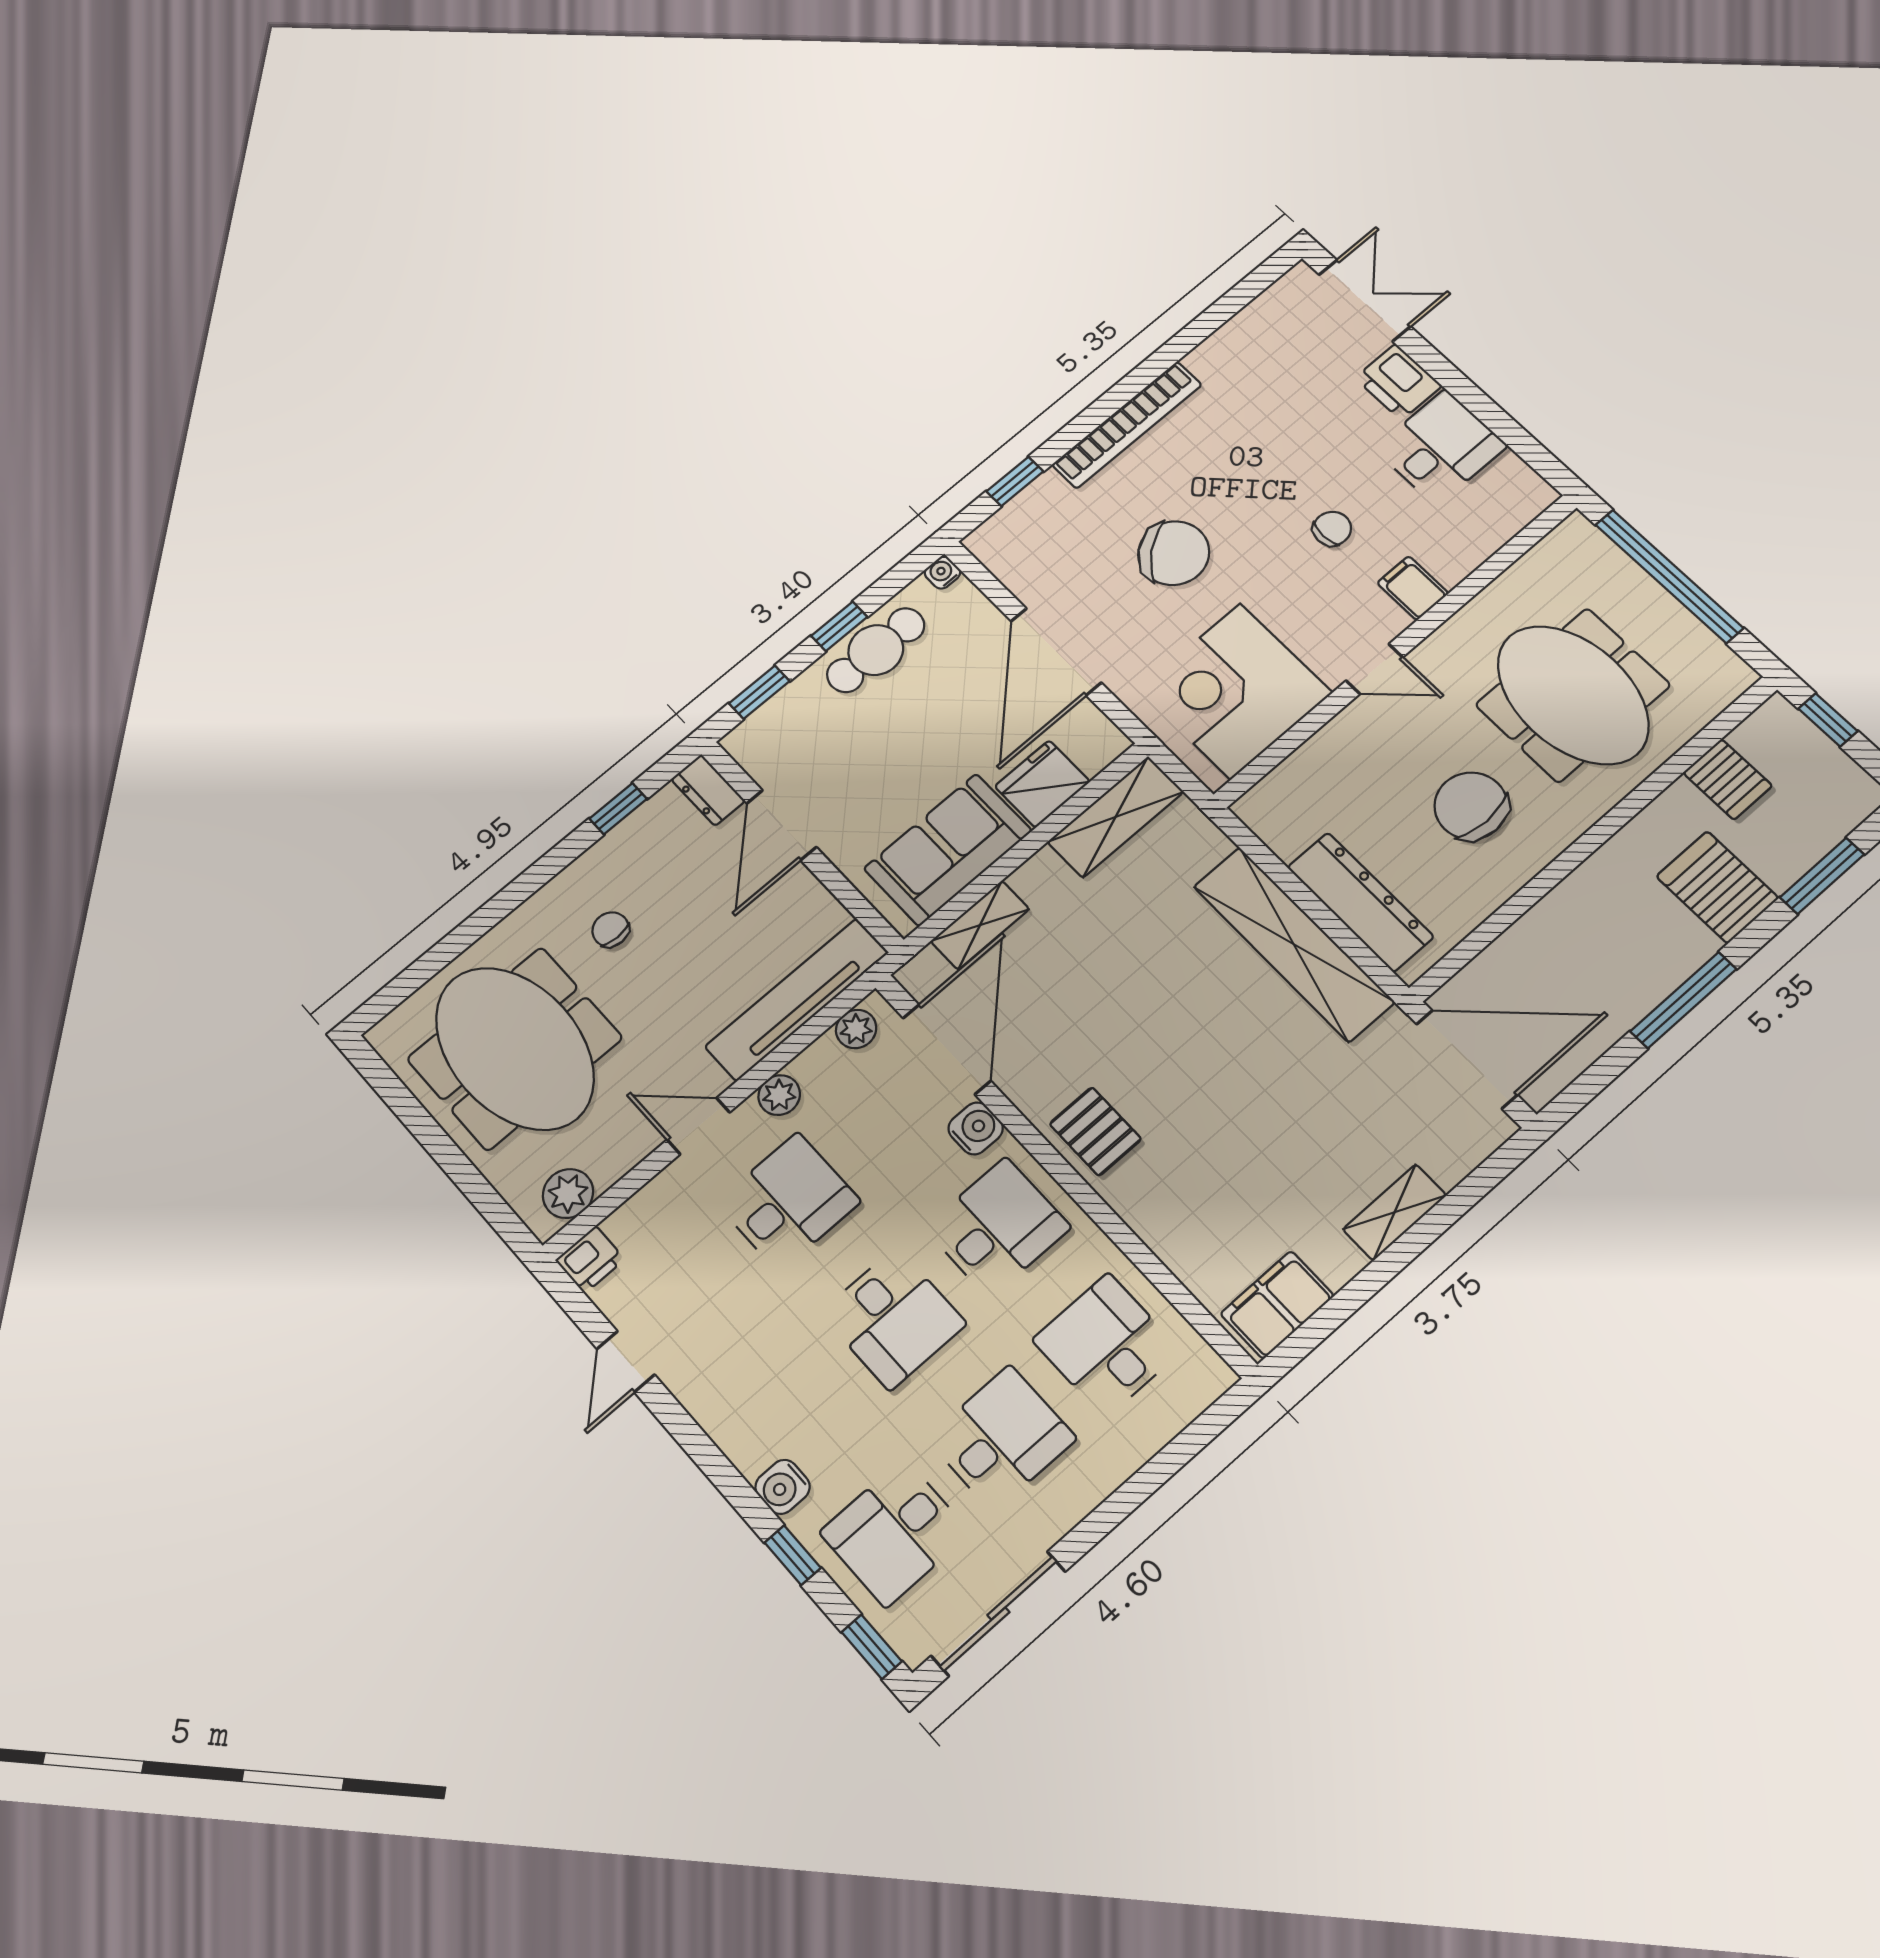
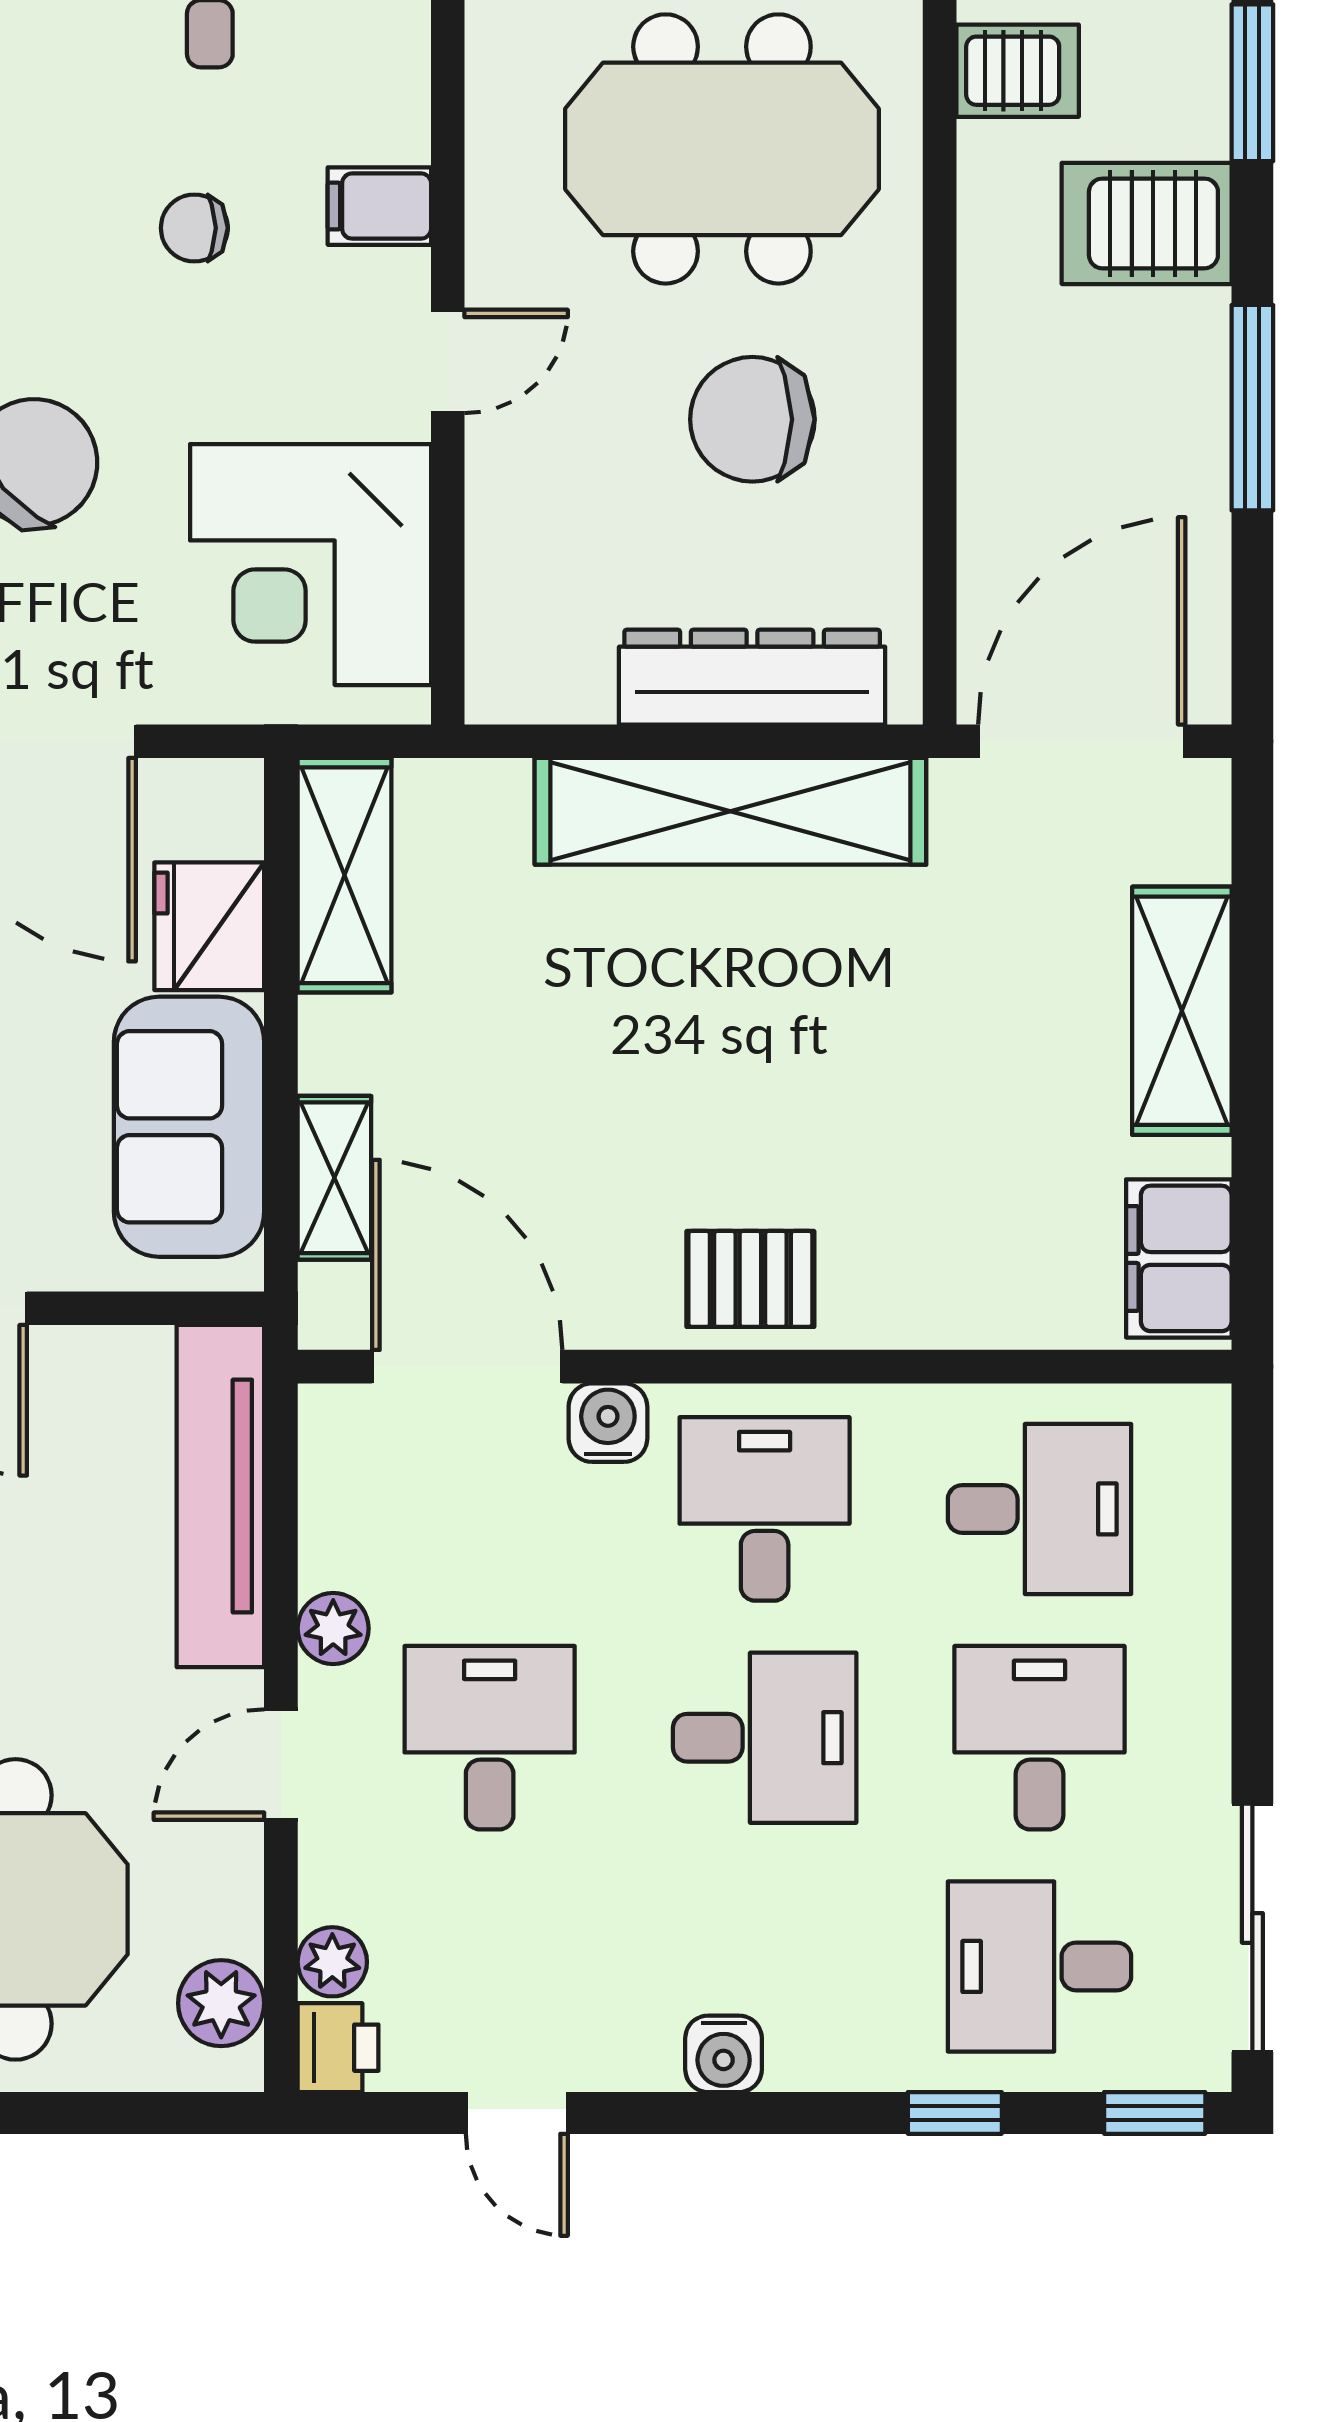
chair: (1332, 529) -> (194, 228), turned -90
plant: (856, 1029) -> (332, 1962), moved
shelving: (1395, 1212) -> (1182, 1011), width x1.50, depth x1.33
desk: (1107, 1345) -> (1040, 1509), turned 180
water cooler: (783, 1487) -> (724, 2054), moved
desk: (895, 1533) -> (1040, 1966), turned 90

